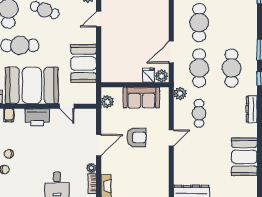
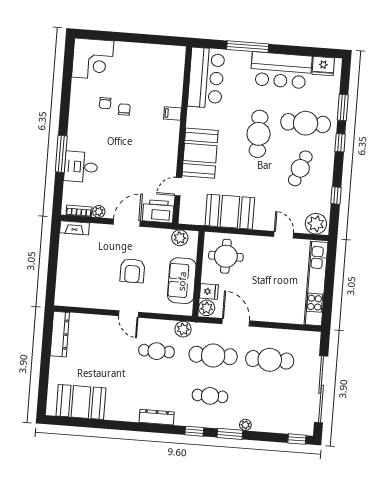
plant: (252, 38) -> (245, 425), added
round table: (119, 64) -> (226, 256), added
cafe table: (232, 68) -> (210, 396), width x0.73, depth x0.74
booth: (32, 85) -> (200, 153), width x0.73, depth x0.70
printer: (37, 117) -> (158, 211), moved, turned 90
door: (99, 145) -> (127, 223), swing flipped
booth: (244, 157) -> (81, 402), moved

